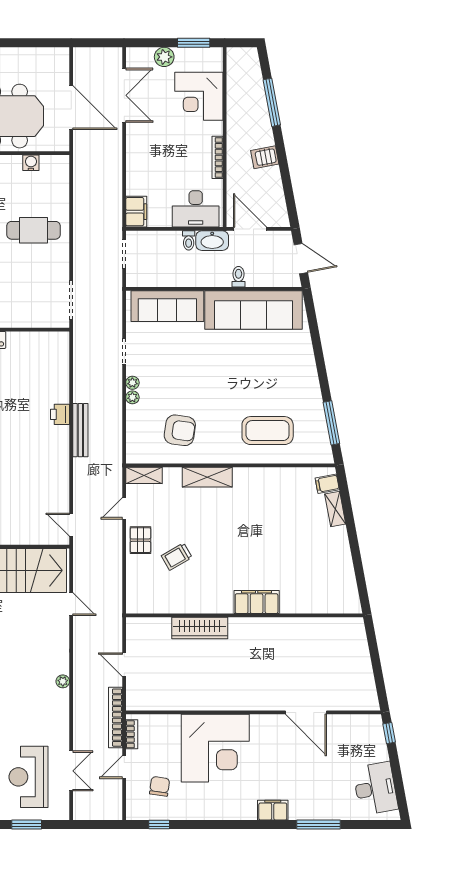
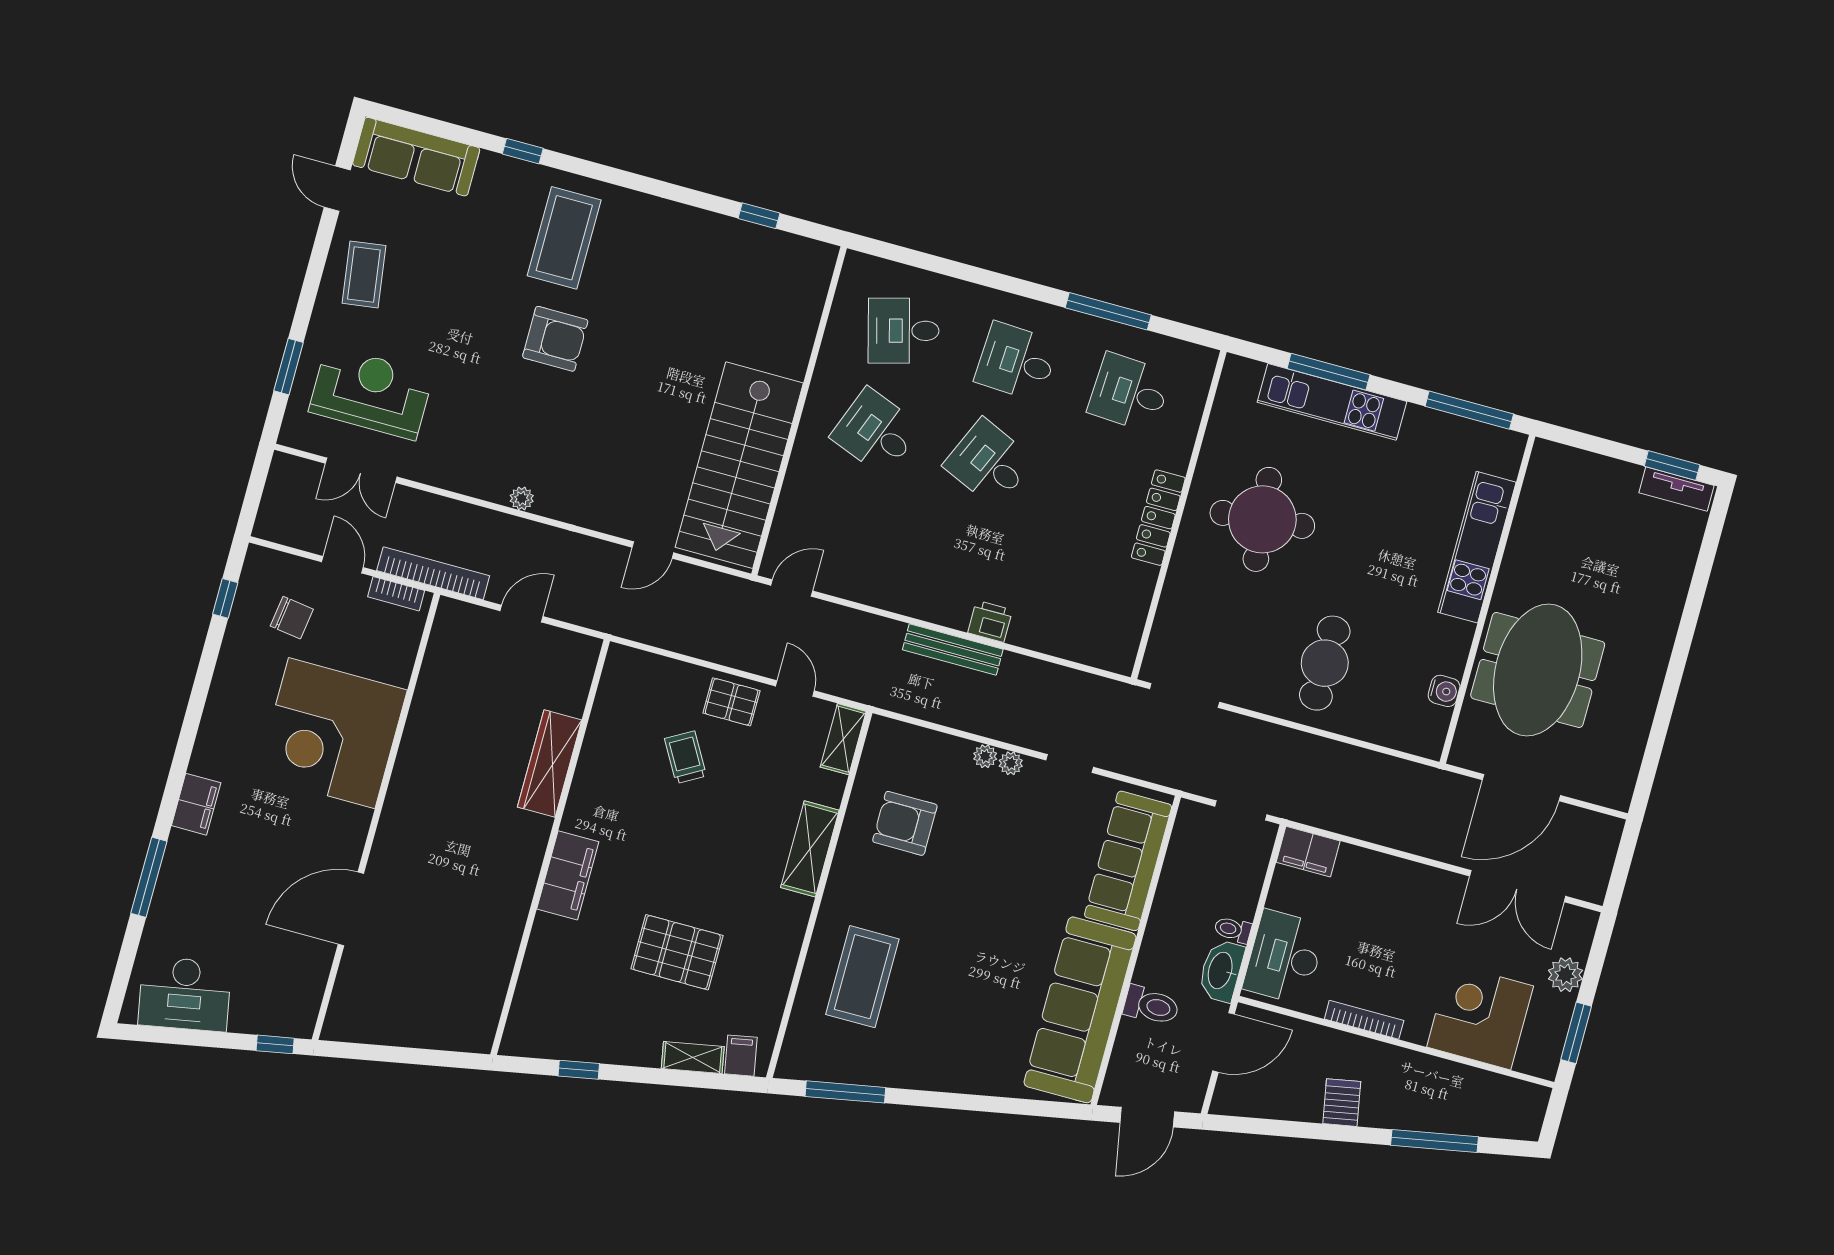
toilet: (238, 277) -> (1151, 1006), width x1.37, depth x1.39
armchair: (180, 430) -> (905, 823), turned 82
pallet: (282, 533) -> (677, 952), added
window: (358, 568) -> (579, 1070), added

